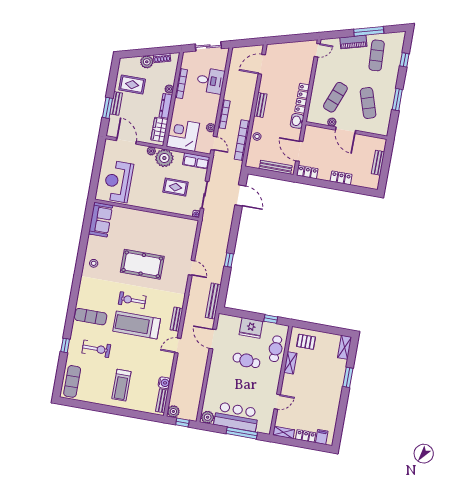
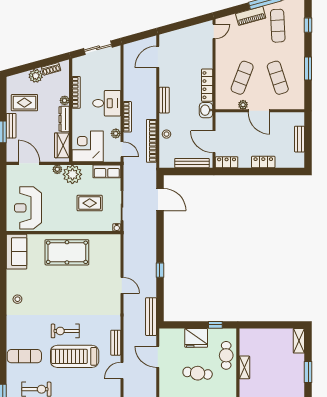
desk: (210, 81) -> (107, 103), moved
pool table: (142, 264) -> (67, 252), moved
pallet: (306, 342) -> (257, 342), removed

